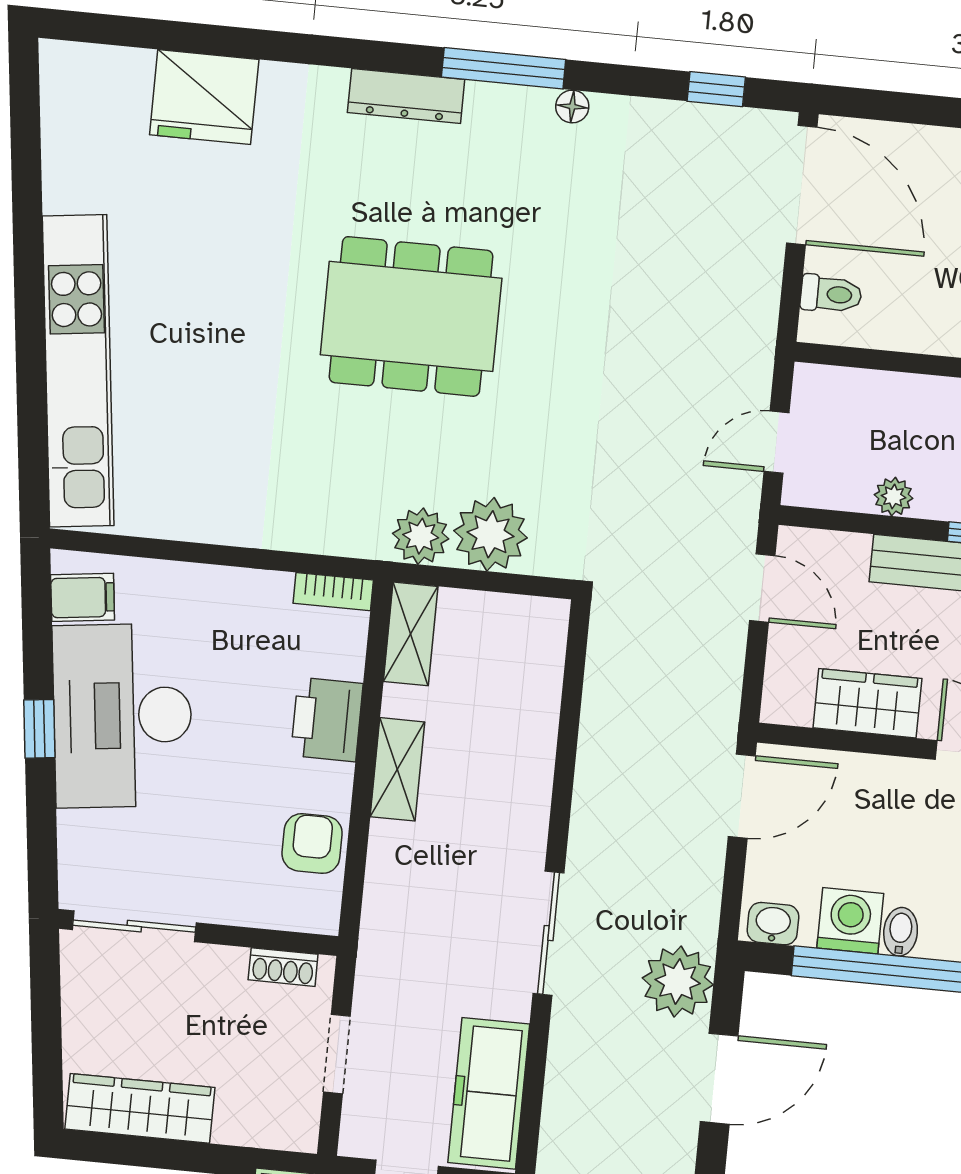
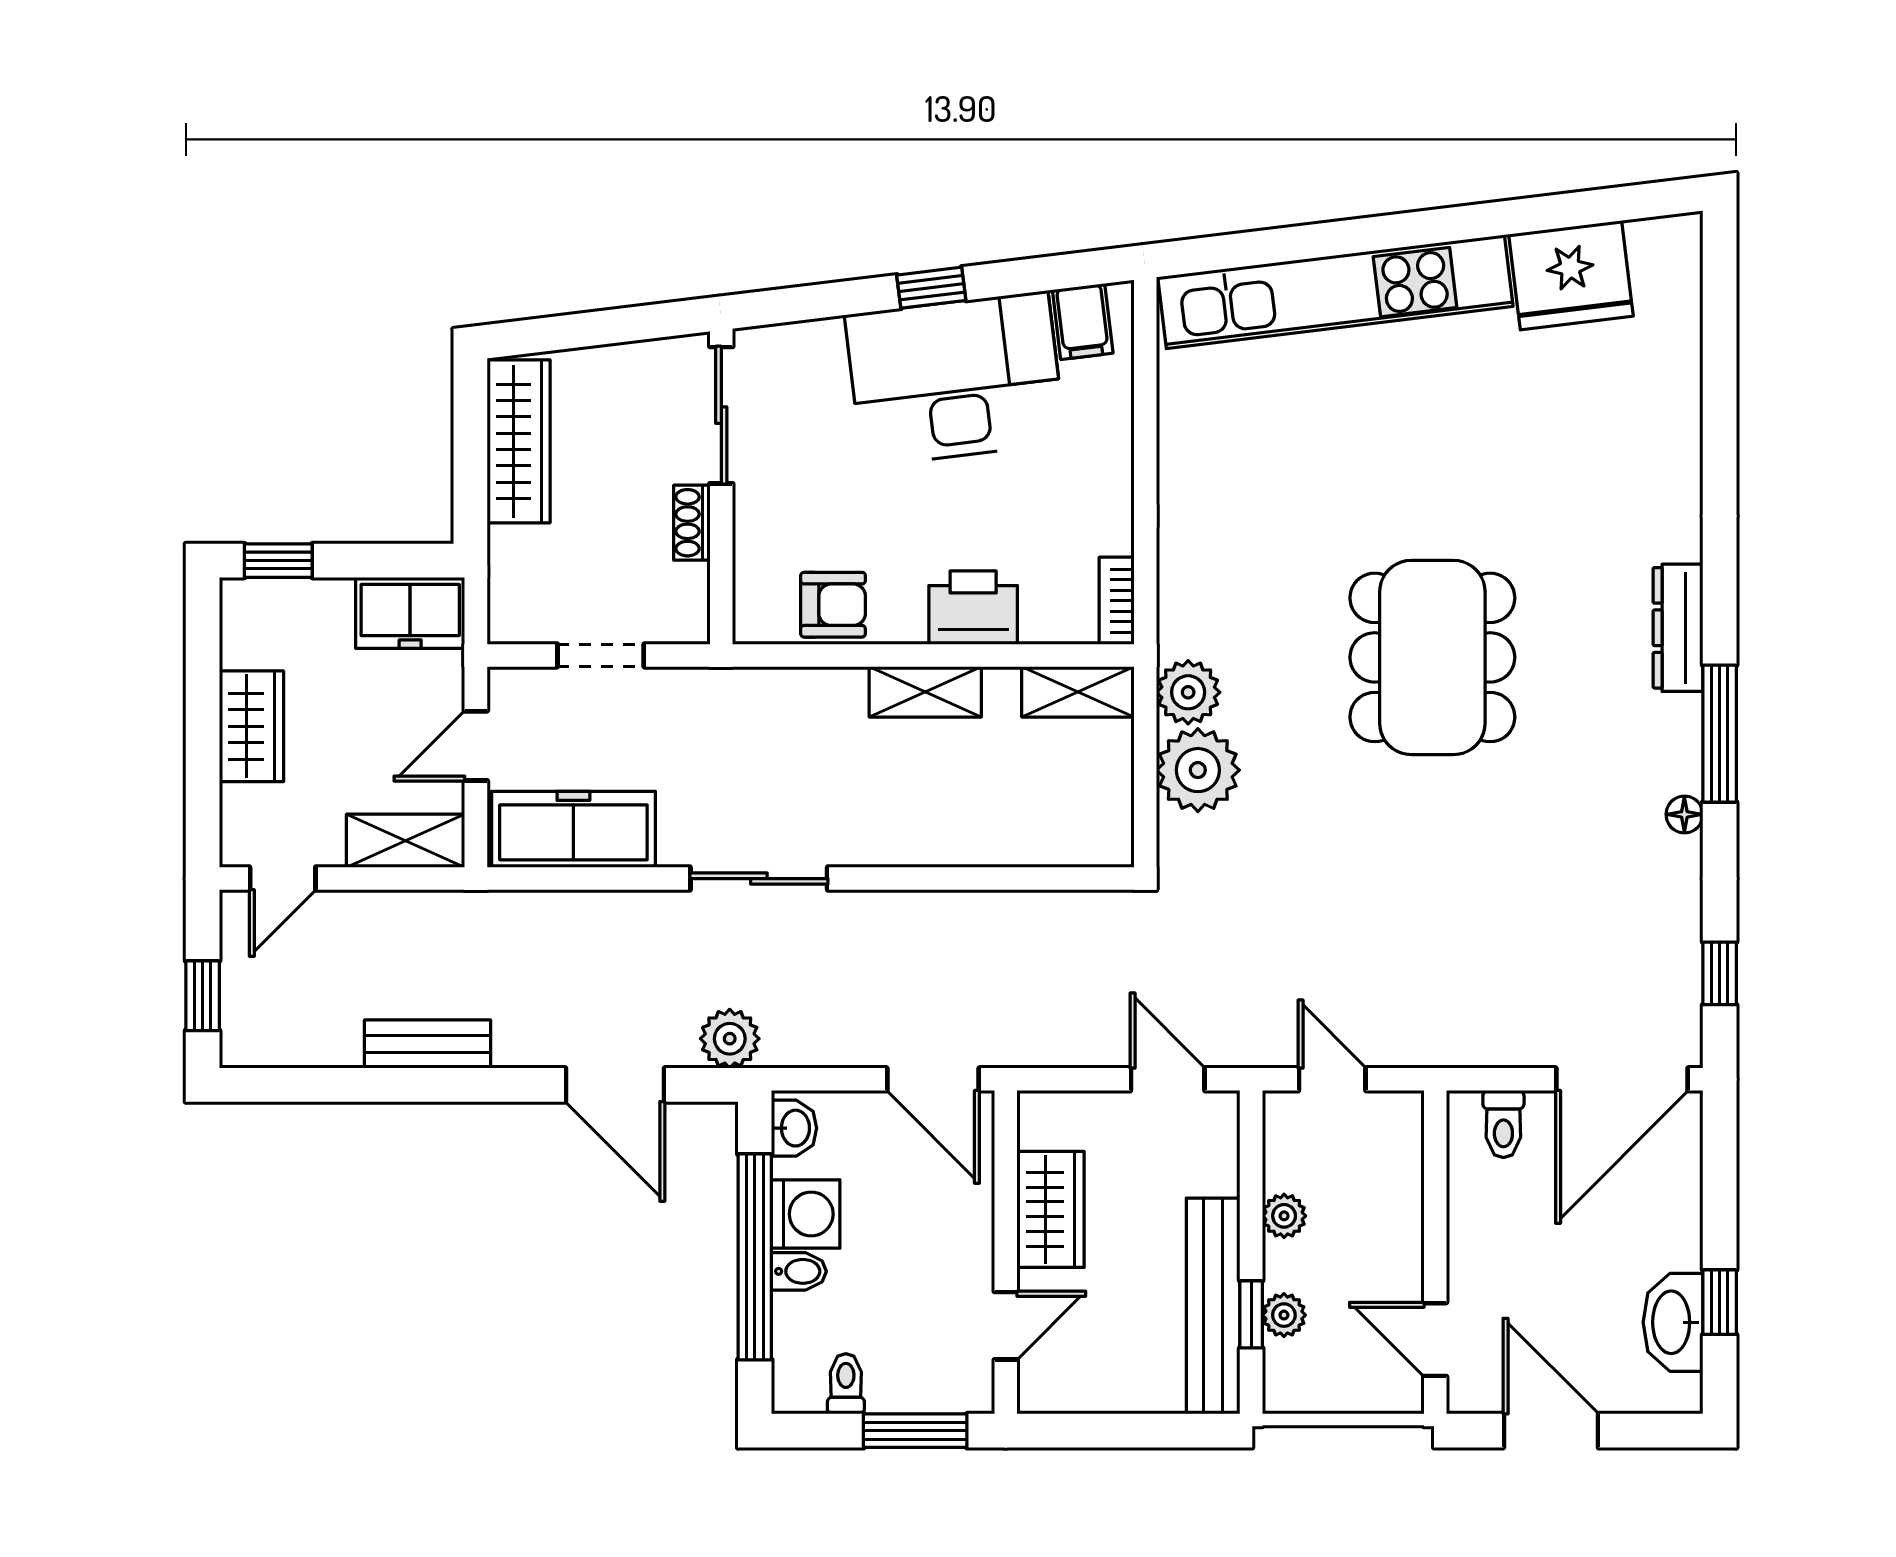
fridge: (204, 97) -> (1571, 275), moved, turned -97
door: (762, 588) -> (1168, 1079), swing flipped
shoe rack: (283, 967) -> (692, 523), moved
plant: (678, 981) -> (730, 1039), width x0.73, depth x0.73

